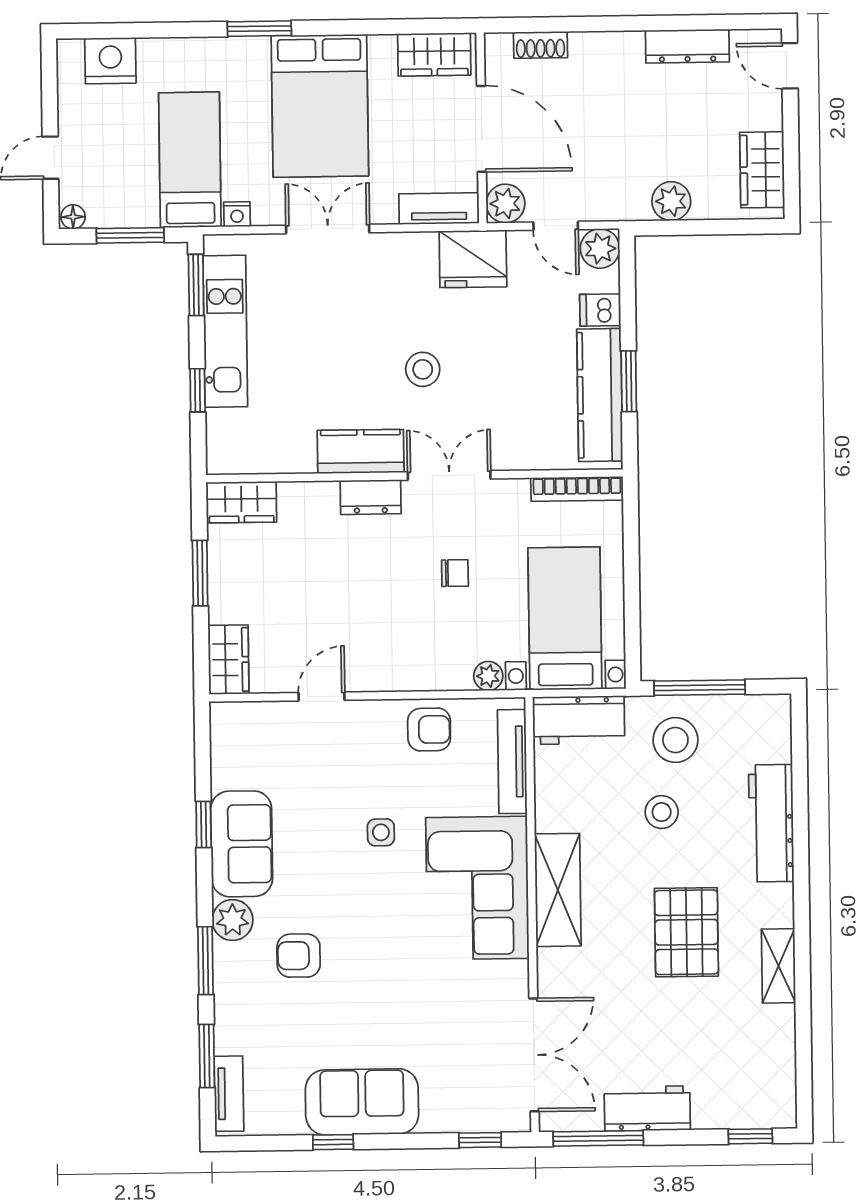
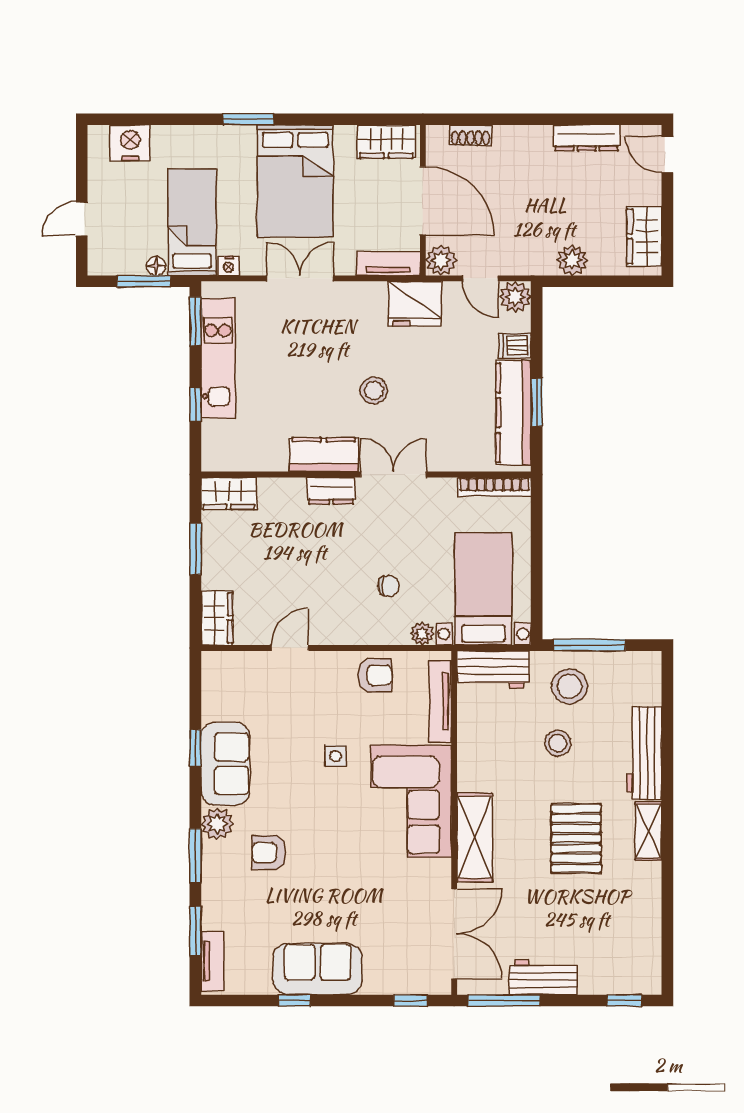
floor lamp: (73, 217) -> (156, 266), moved
chair: (455, 573) -> (389, 586), moved
shelving: (558, 890) -> (475, 837), moved
shelving: (778, 966) -> (648, 831), moved

